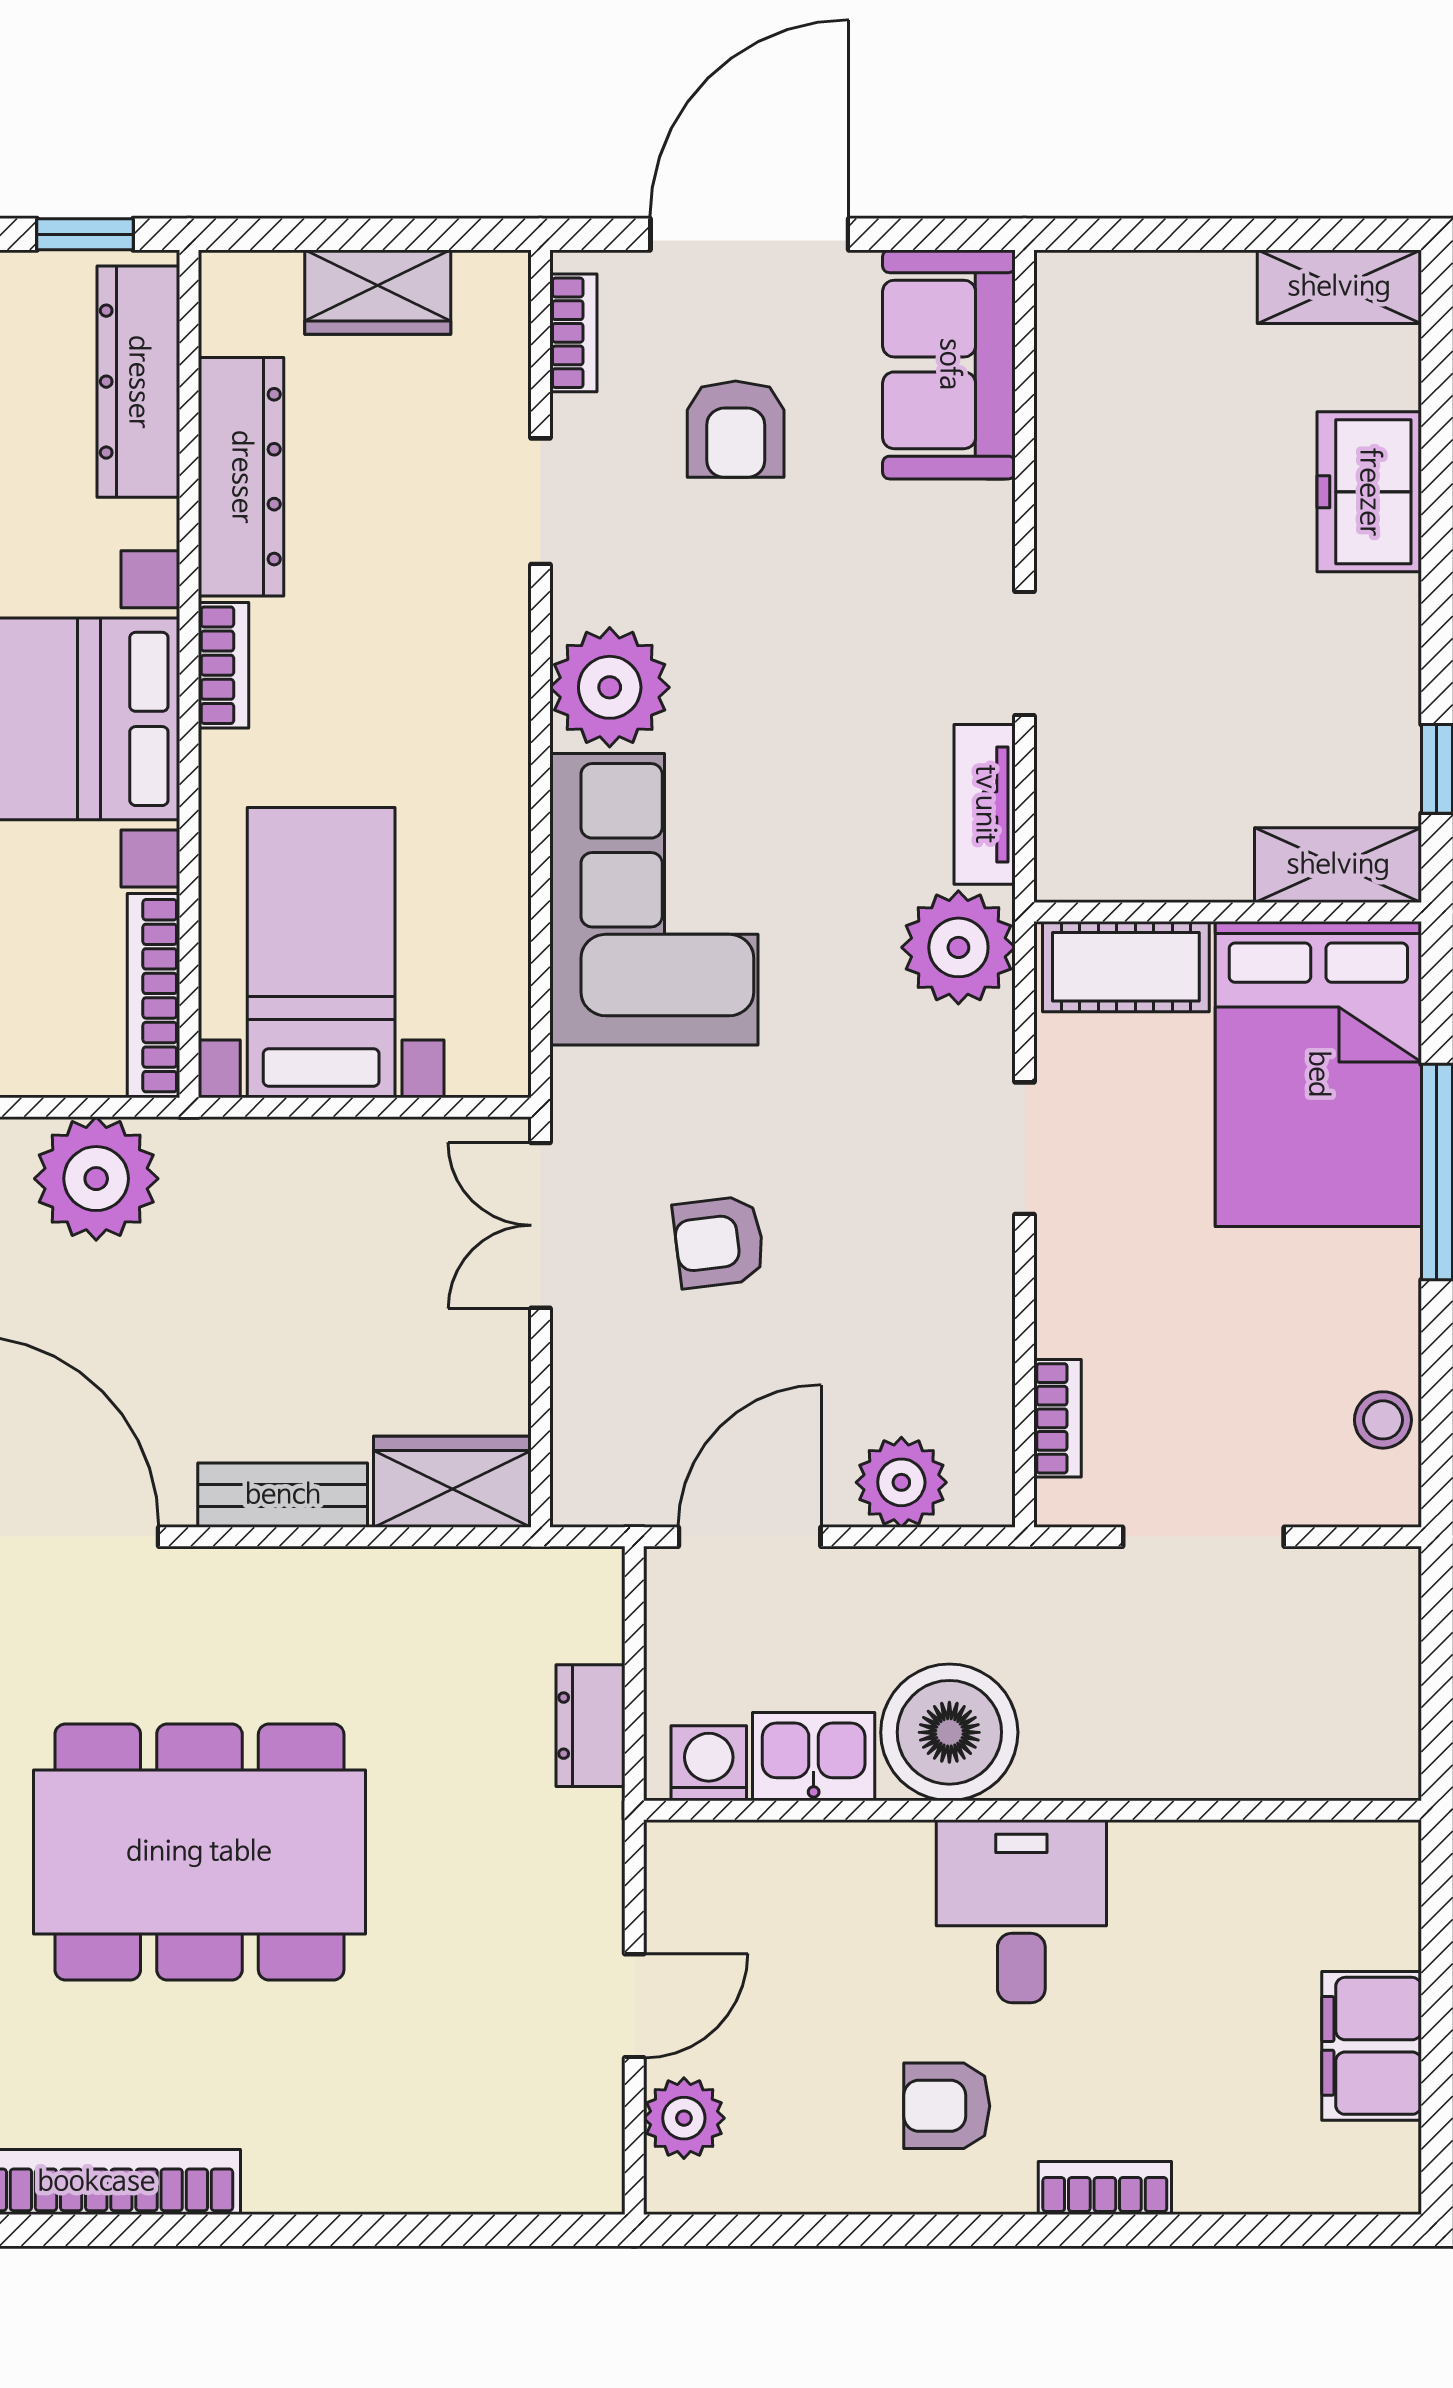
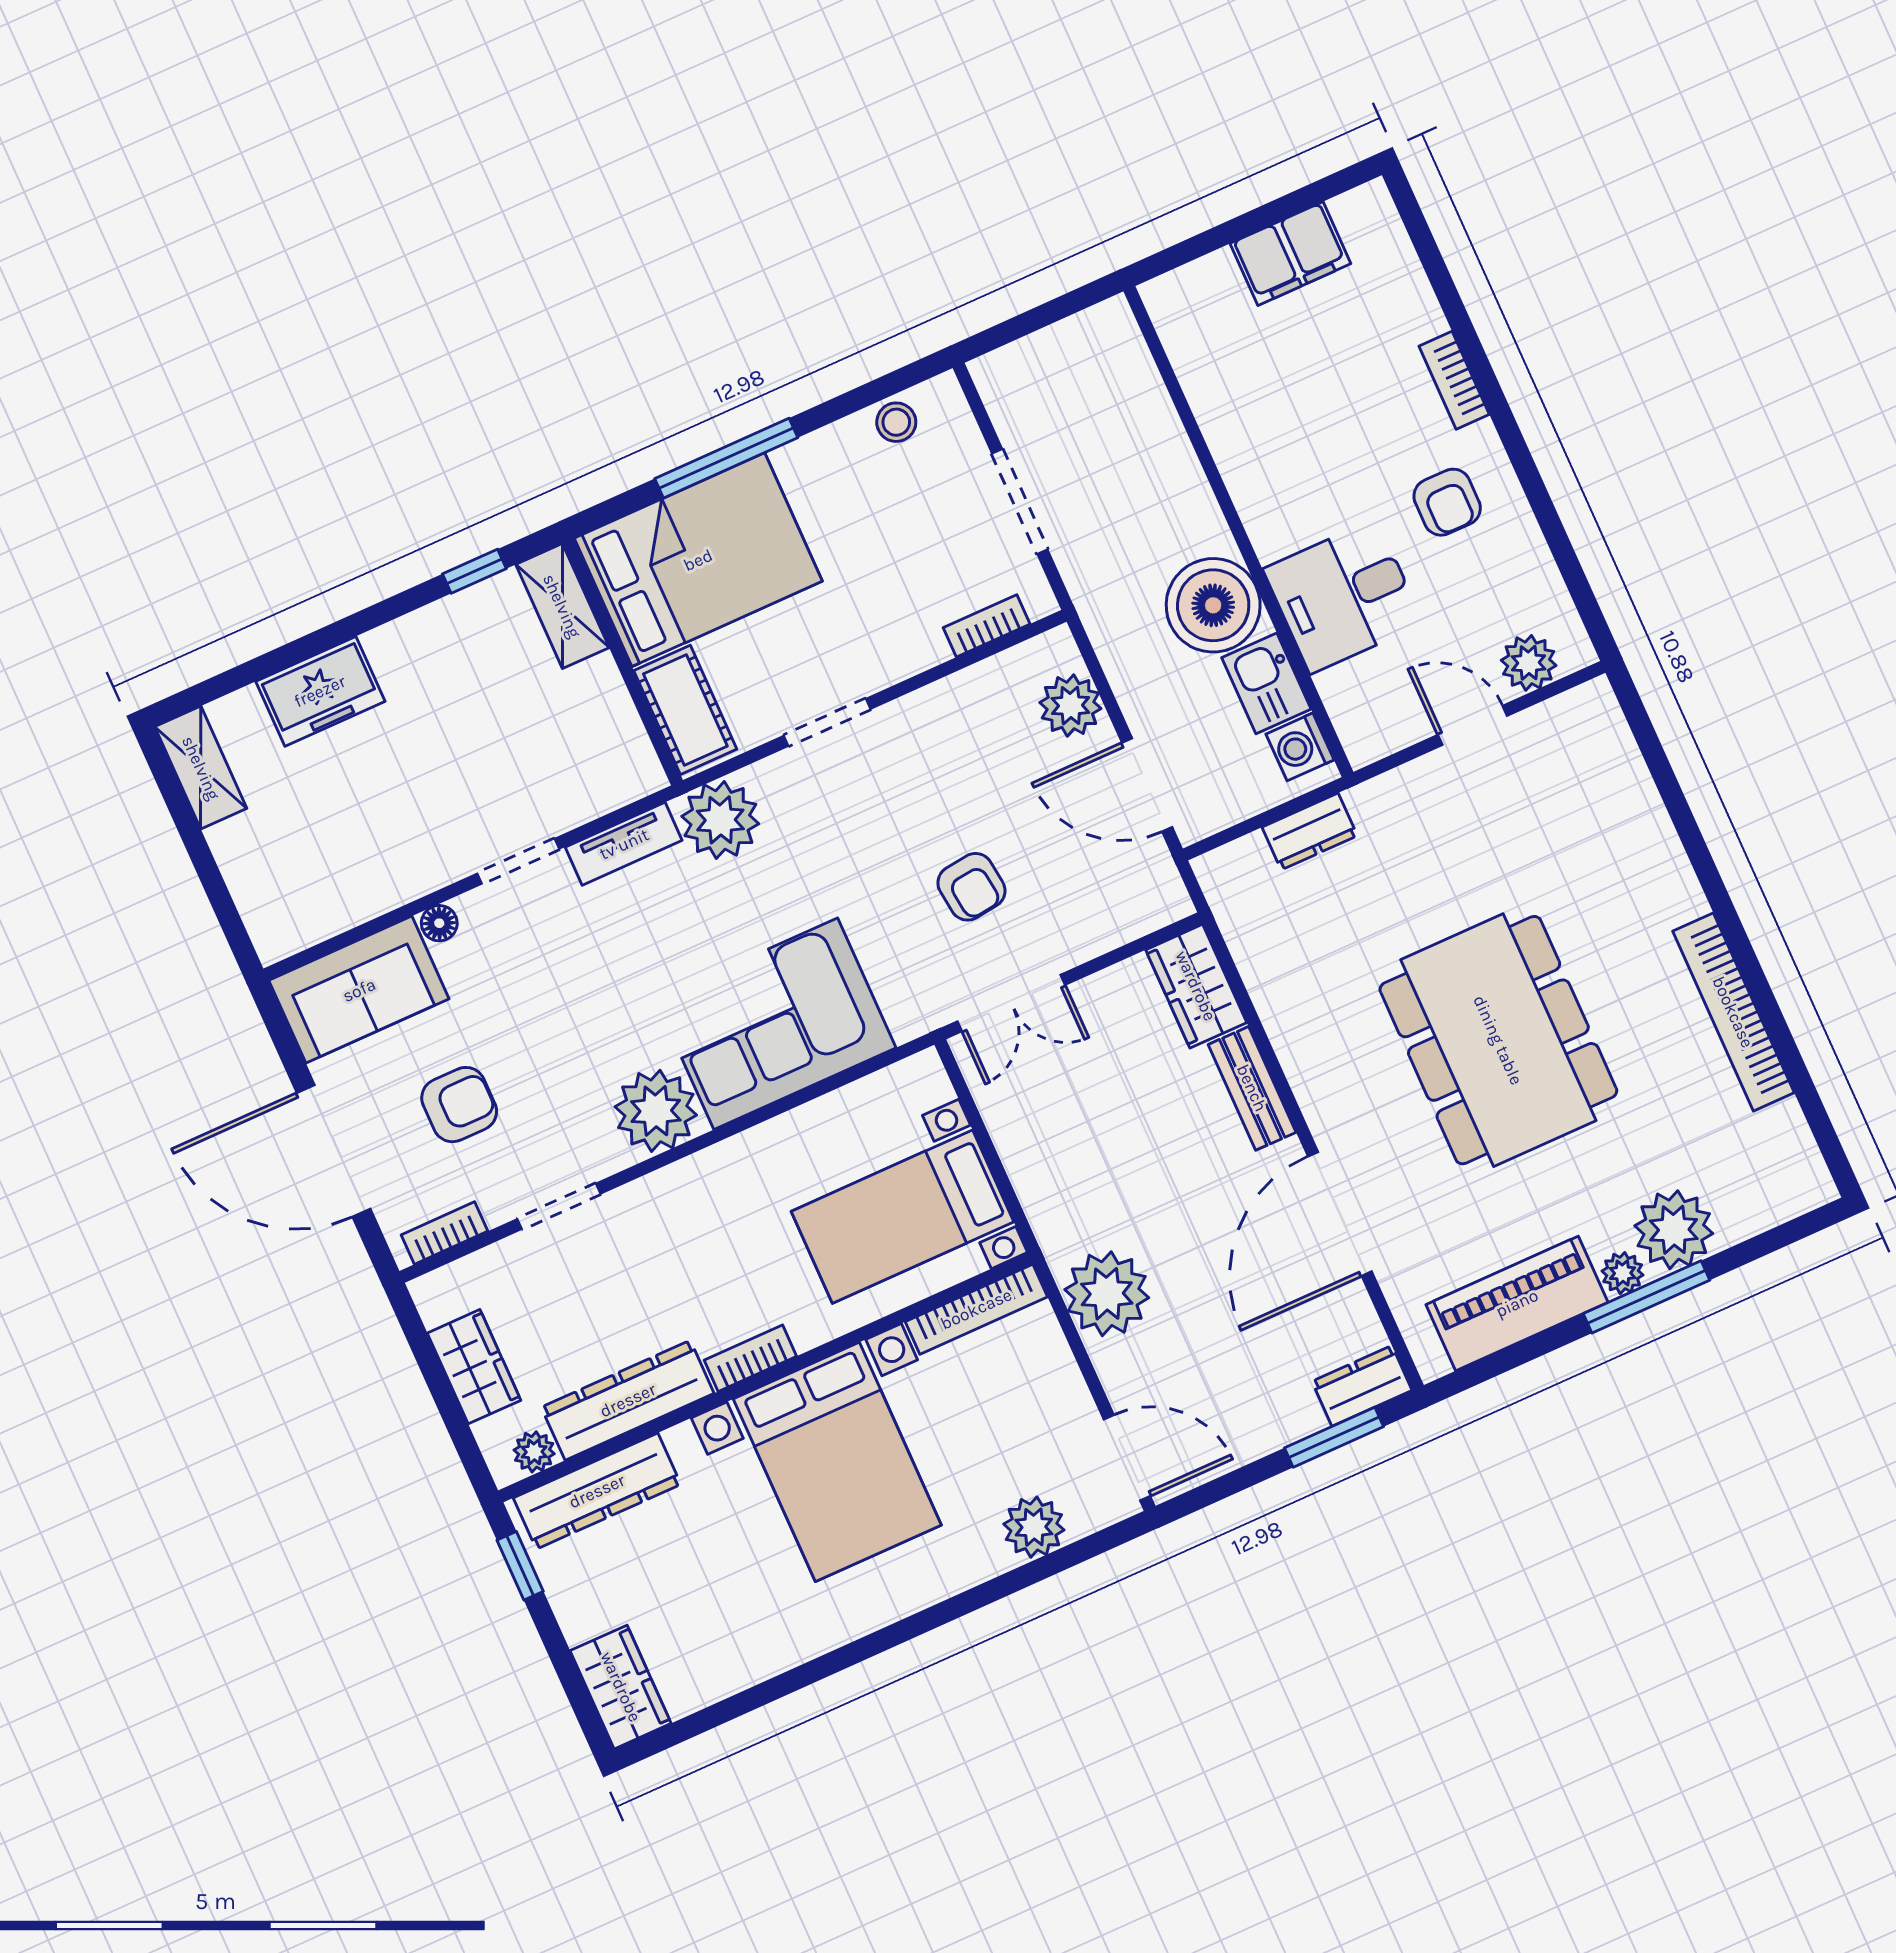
plant: (228, 321) -> (534, 1452), added
floor lamp: (989, 511) -> (439, 923), added
desk: (1021, 1911) -> (1343, 596), moved

